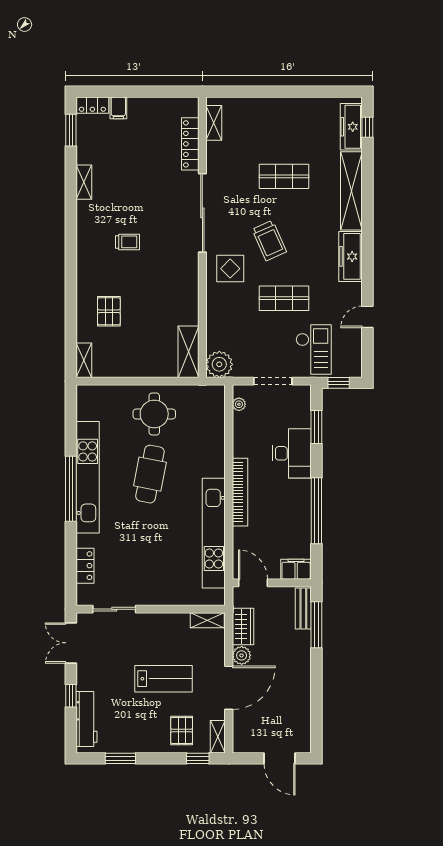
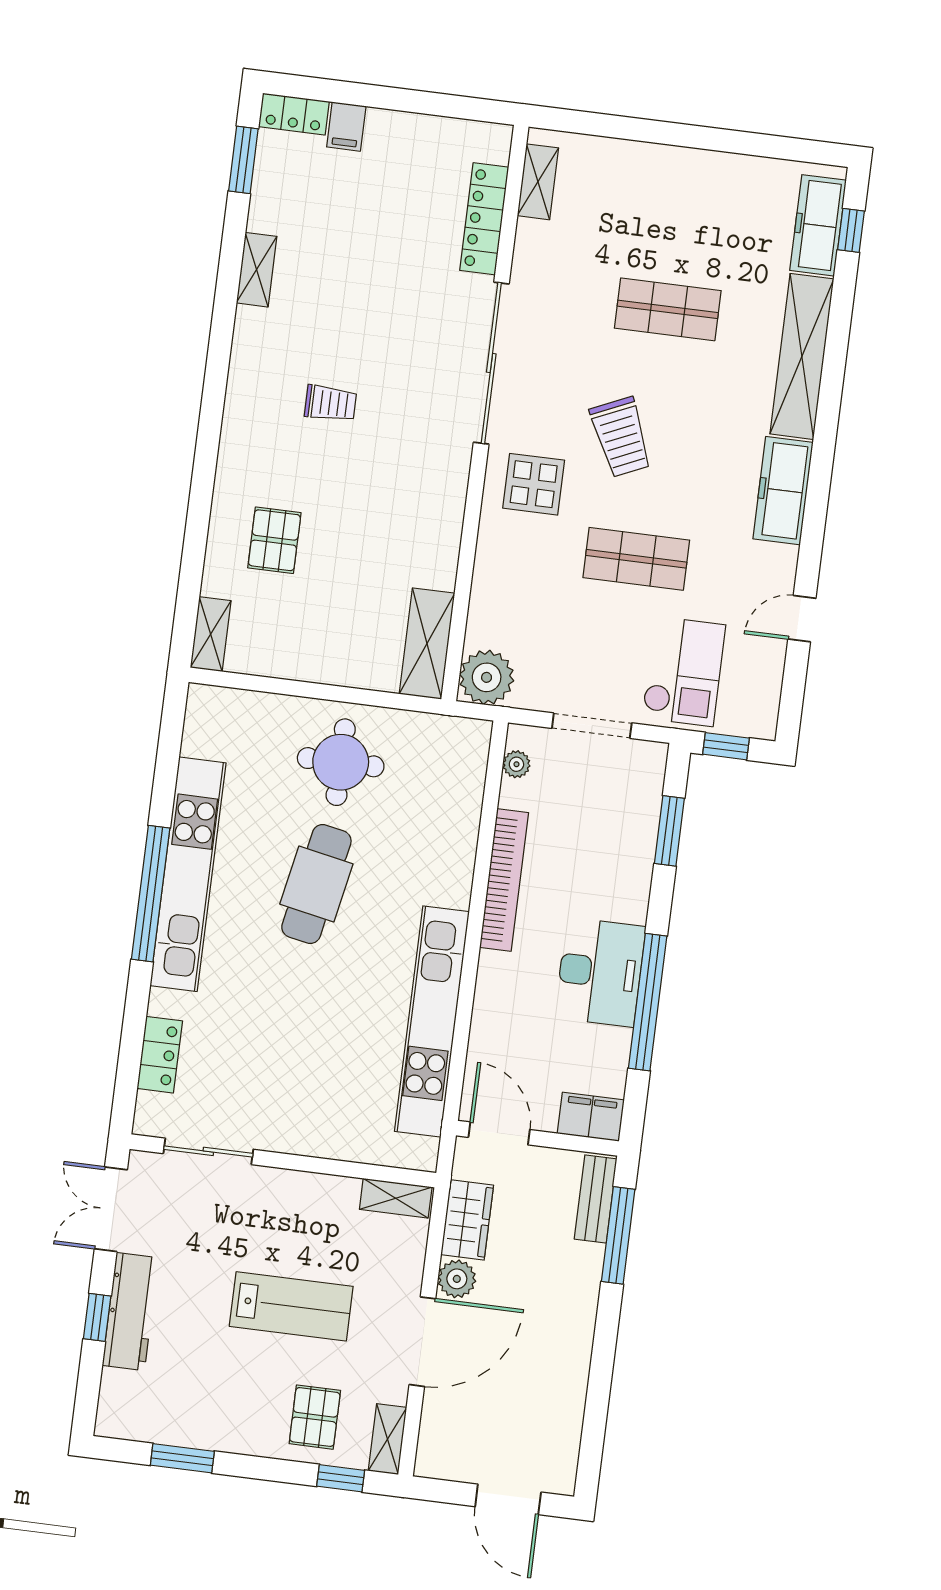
desk: (292, 453) -> (600, 972), moved
bookcase: (240, 492) -> (504, 880), moved
workbench: (86, 719) -> (130, 1312), moved

